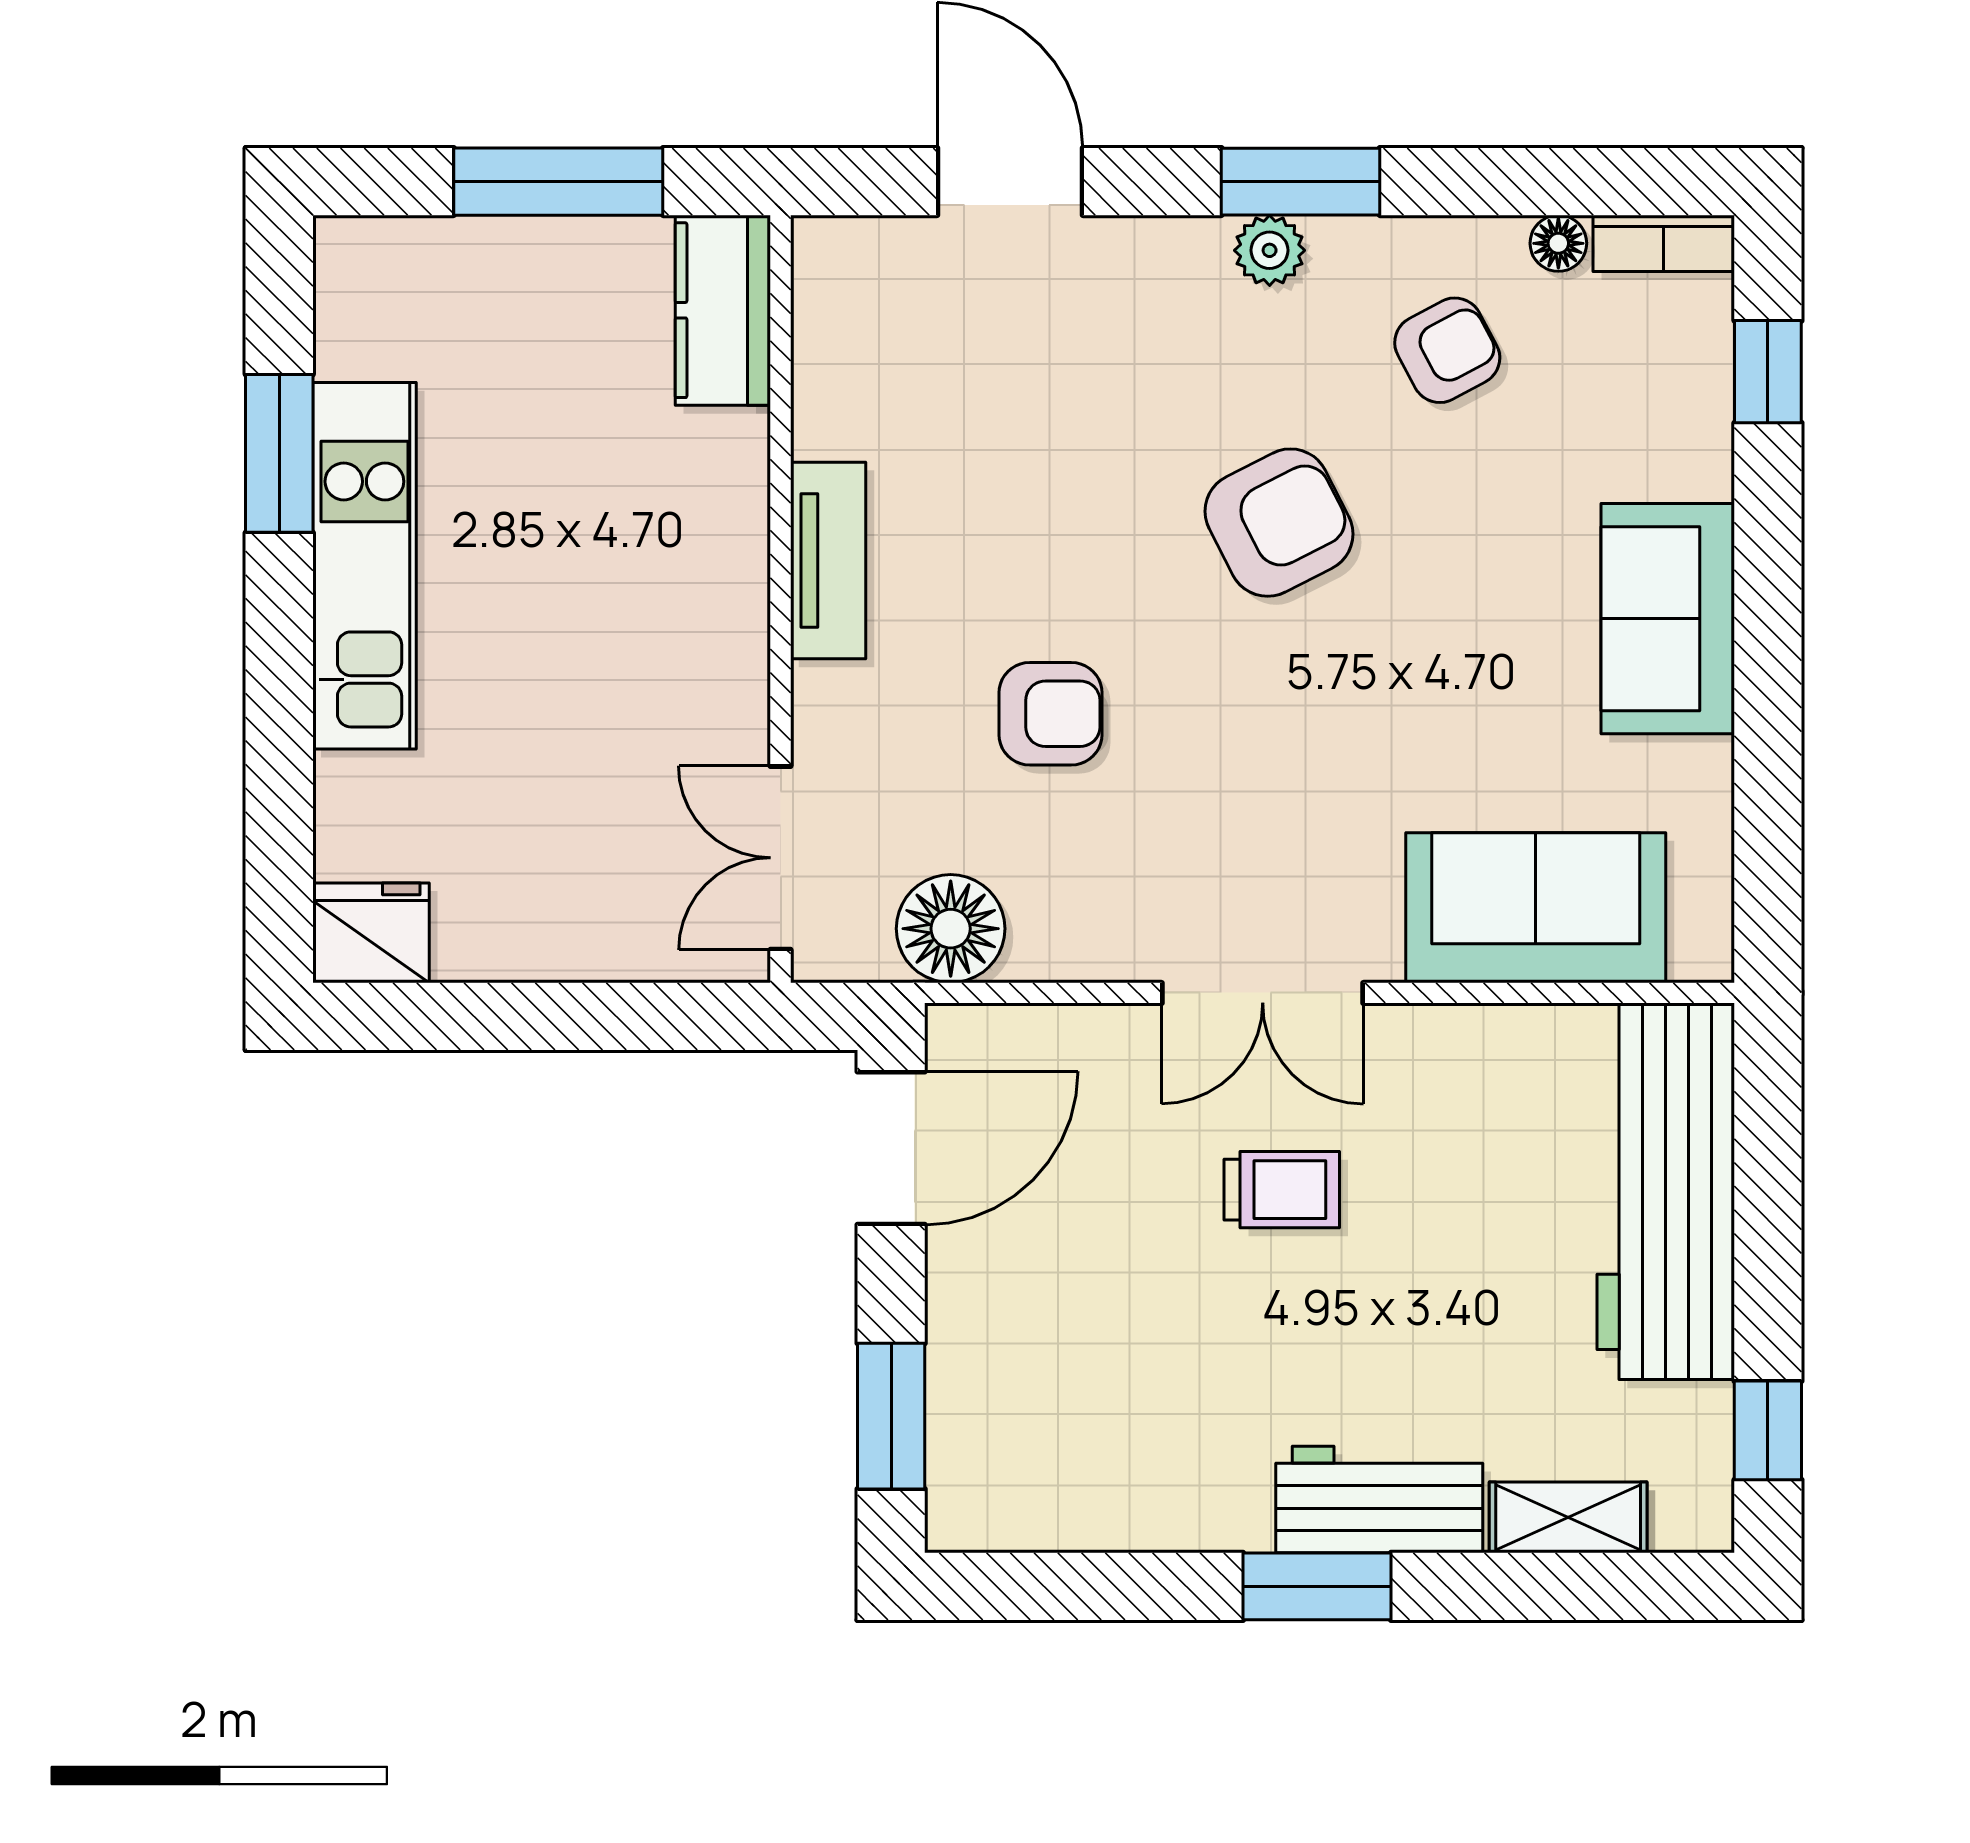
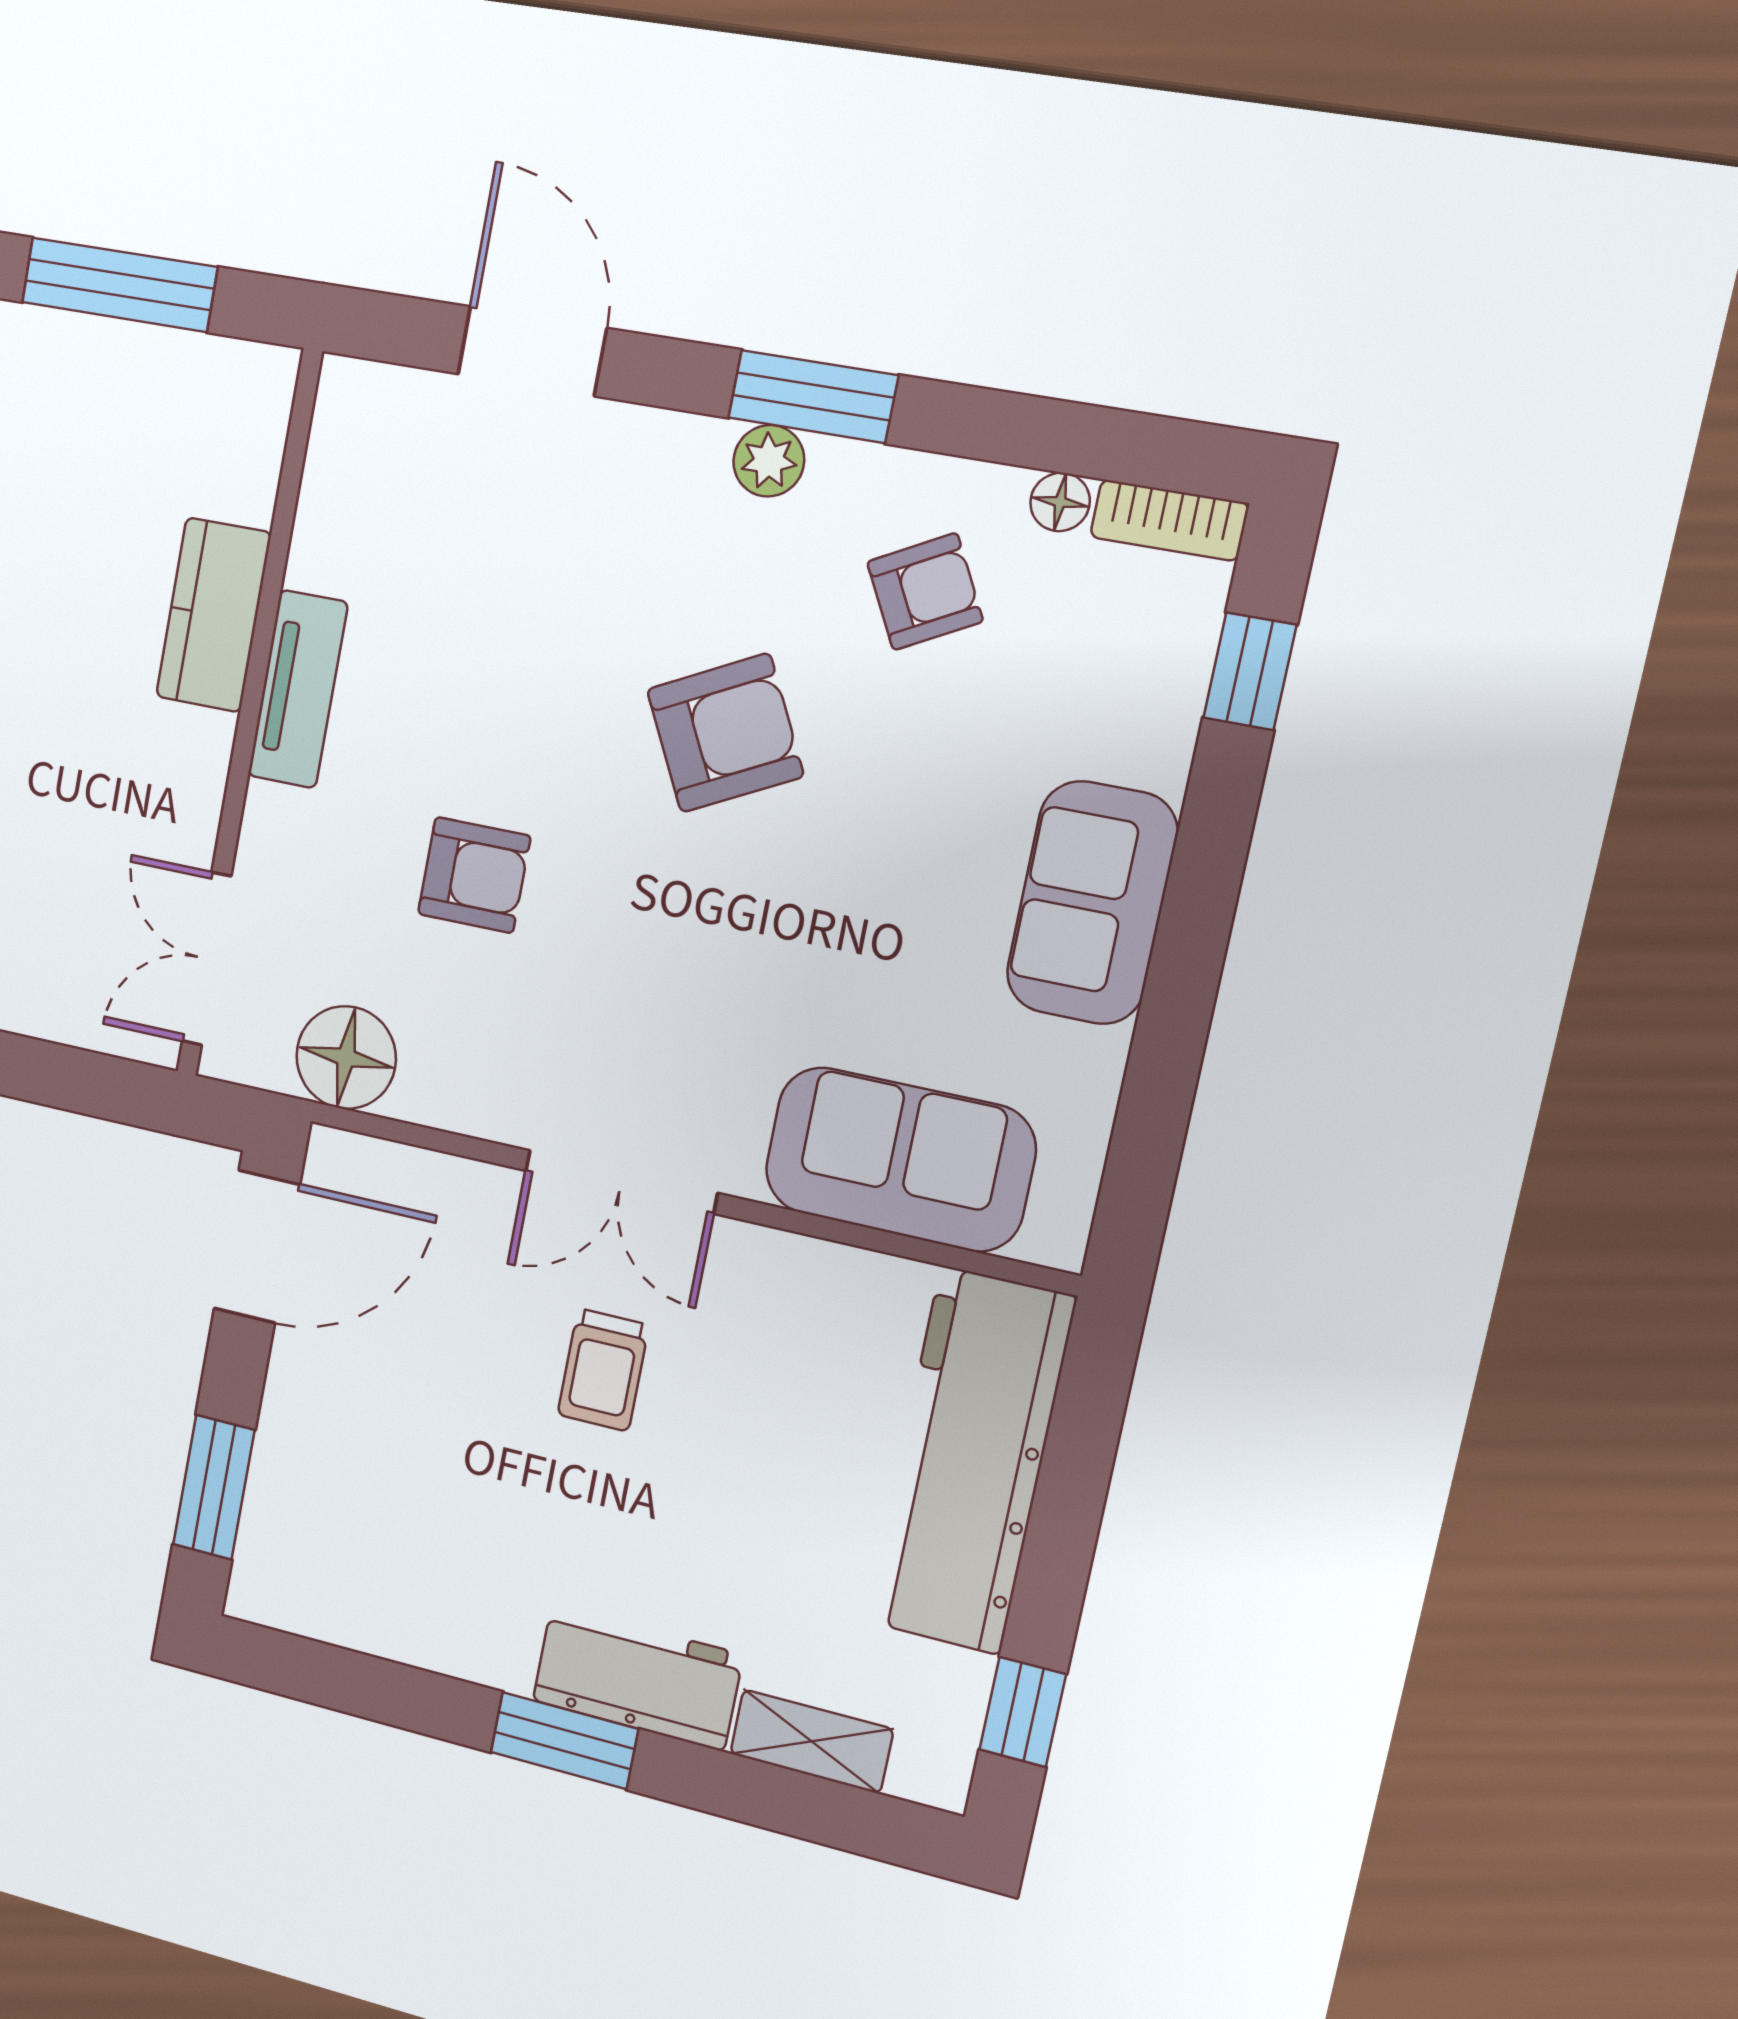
kitchen counter: (723, 310) -> (214, 615), moved
trolley: (1282, 1190) -> (603, 1370), turned 90

